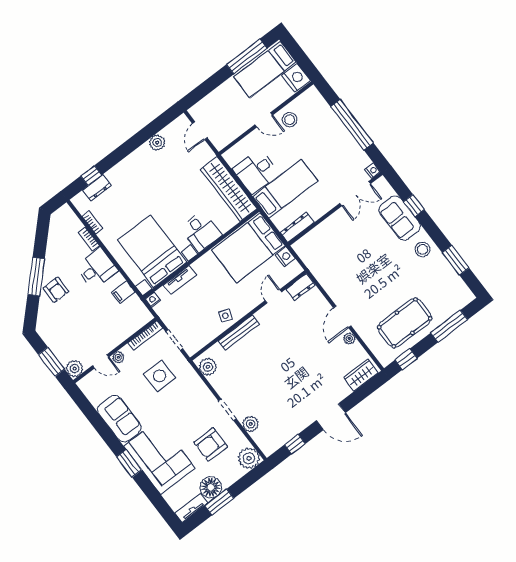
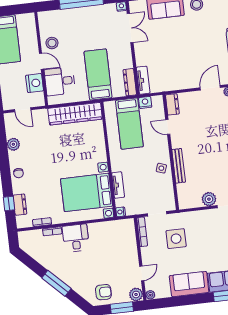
nightstand: (296, 78) -> (35, 83), moved, turned 90
door: (264, 120) -> (41, 61), hinge flipped
chair: (130, 166) -> (18, 173), added
desk: (256, 171) -> (60, 81), moved, turned 90
desk: (201, 231) -> (93, 151), removed
tv unit: (308, 240) -> (143, 80), added
bed: (248, 248) -> (129, 124), width x0.67
armchair: (56, 290) -> (103, 292), moved
filing cabinet: (123, 292) -> (103, 229), removed
door: (342, 317) -> (210, 88), swing flipped
plant: (118, 357) -> (150, 295), moved
plant: (208, 367) -> (209, 199), moved

